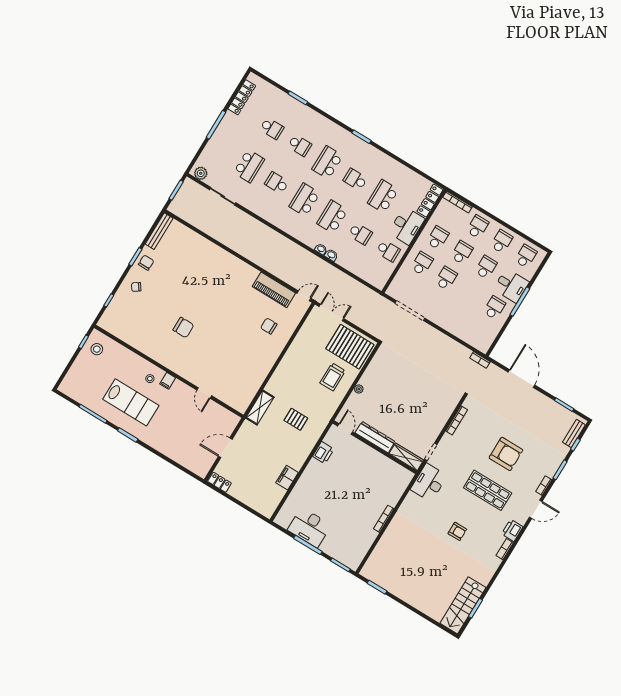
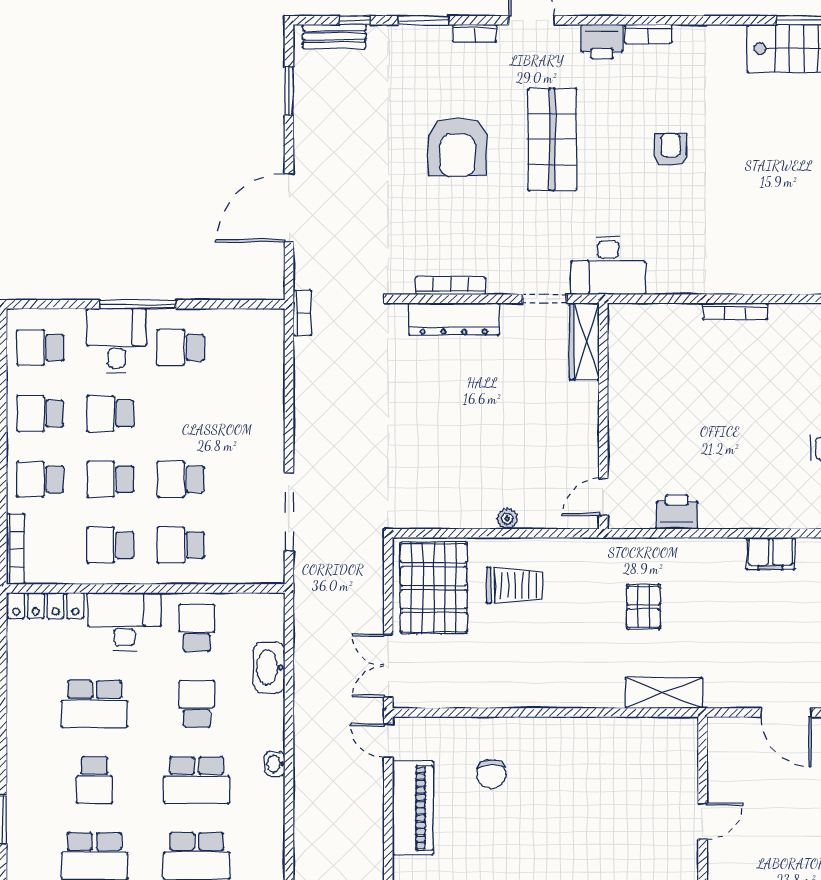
washbasin: (331, 255) -> (269, 668), moved, width x1.91, depth x1.45
dresser: (375, 437) -> (454, 319), moved, turned -90
armchair: (506, 454) -> (457, 147), turned 180

